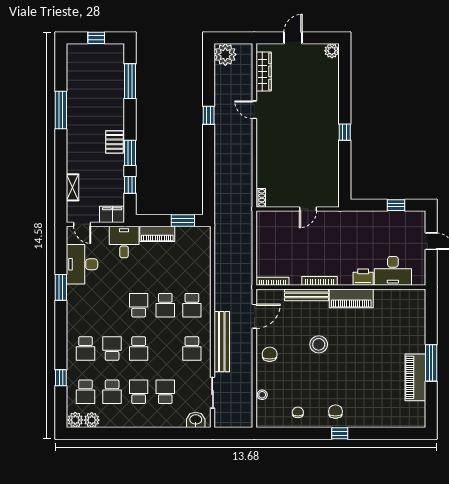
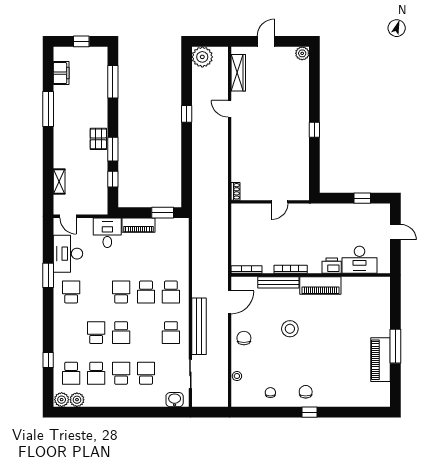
filing cabinet: (112, 214) -> (61, 73), moved, turned 90
school desk: (85, 348) -> (71, 292), moved, turned 180

